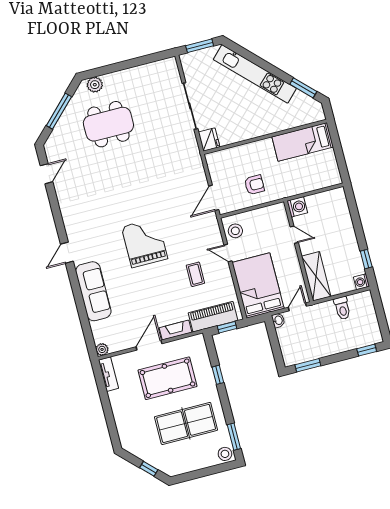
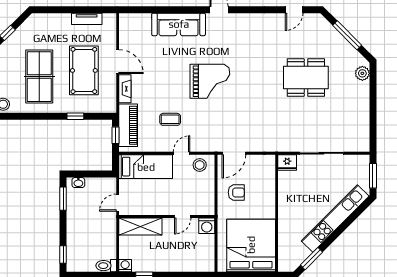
dining table: (108, 124) -> (306, 78), moved, turned 90
bed: (303, 142) -> (251, 245), width x2.04
door: (46, 174) -> (294, 10), hinge flipped
armchair: (254, 185) -> (236, 192), turned -90
door: (214, 198) -> (234, 153), swing flipped
bed: (258, 286) -> (146, 167), width x0.67
door: (297, 307) -> (118, 203), swing flipped
toilet: (342, 308) -> (106, 266), moved
washbasin: (278, 320) -> (78, 183), moved
plant: (102, 349) -> (125, 19), removed
tv unit: (109, 374) -> (87, 19), moved
window: (234, 437) -> (17, 116), removed

